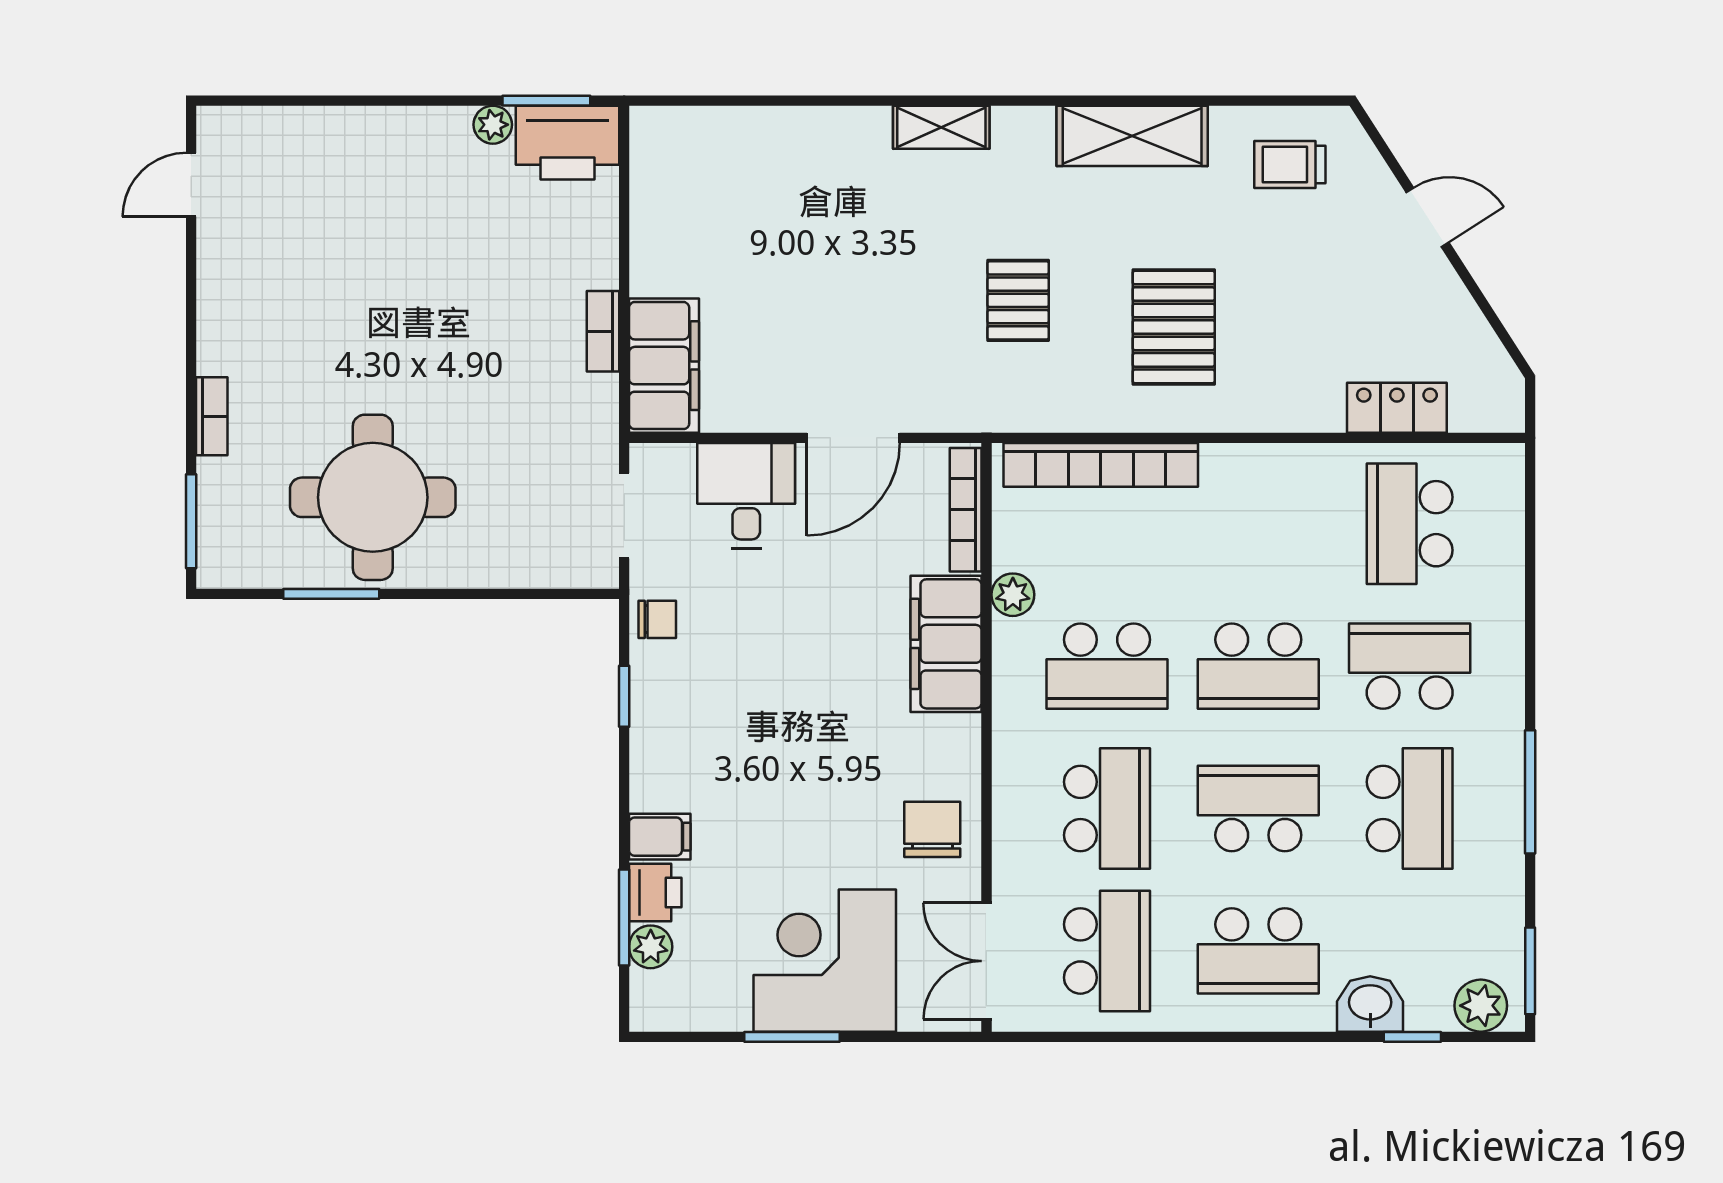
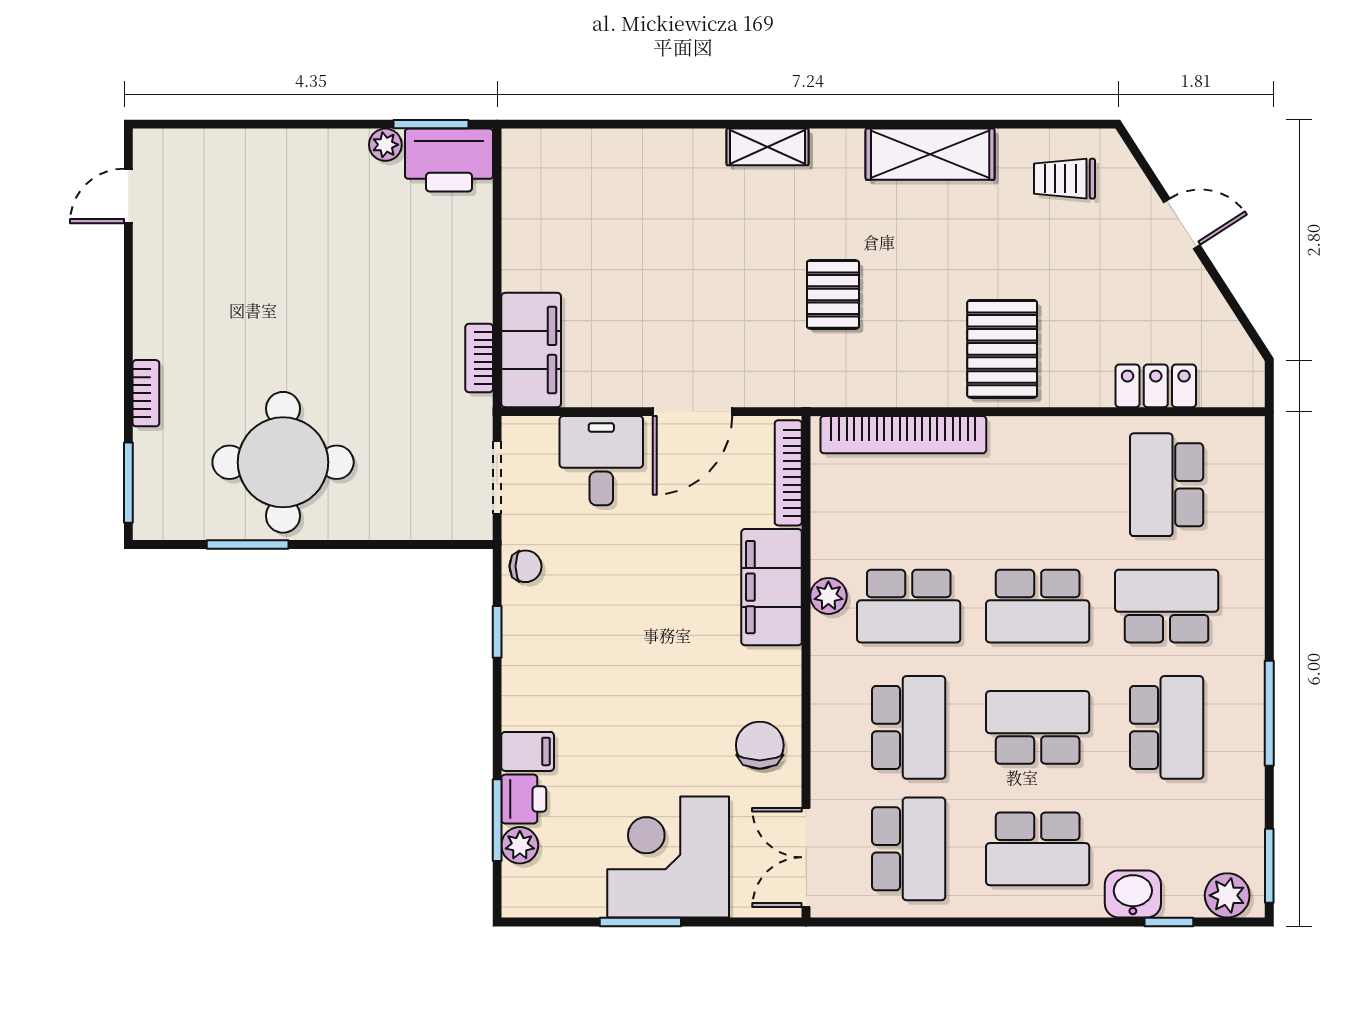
pallet: (1174, 327) -> (1002, 349), moved
bookcase: (603, 331) -> (479, 358), moved
plant: (1013, 595) -> (828, 596), moved

